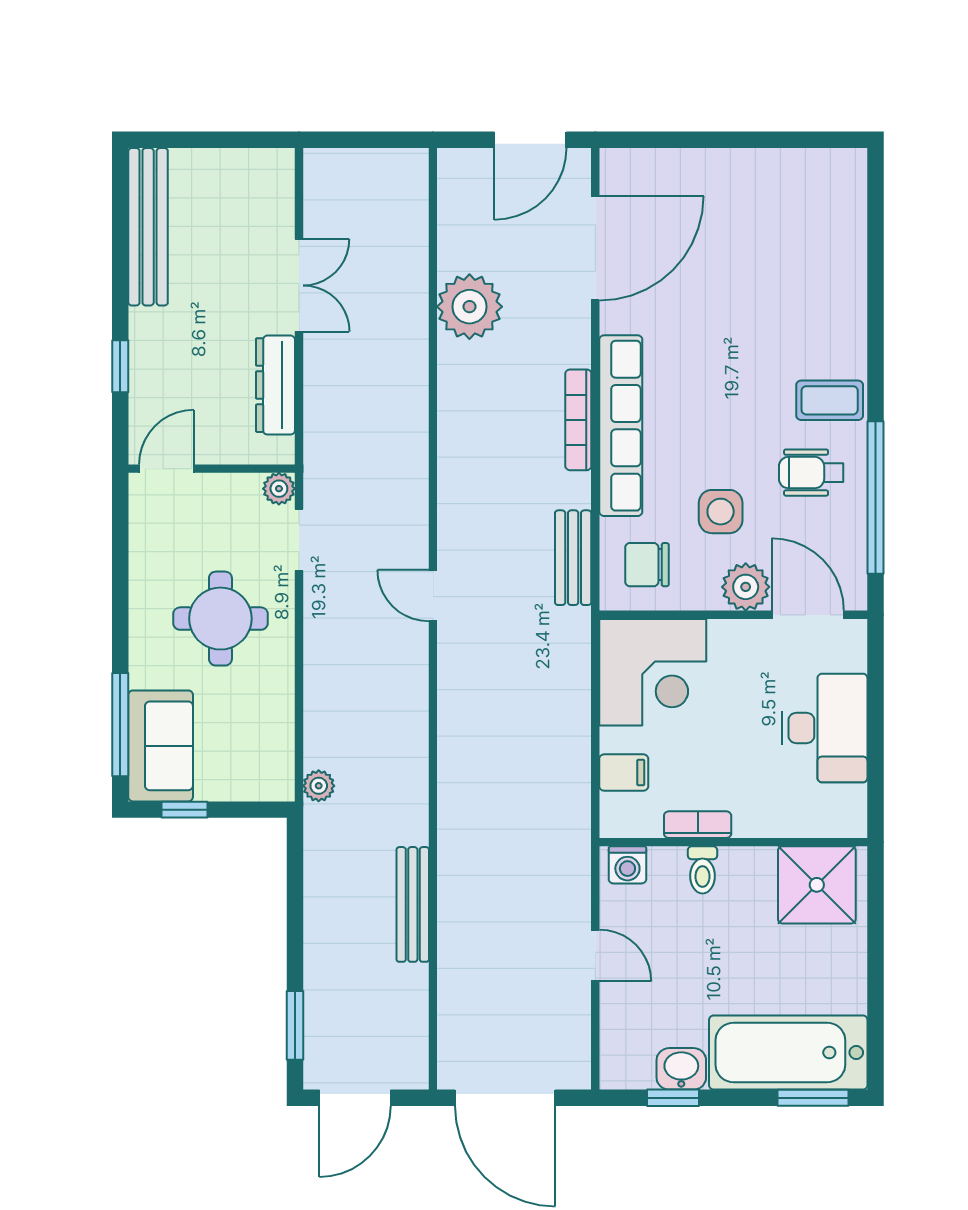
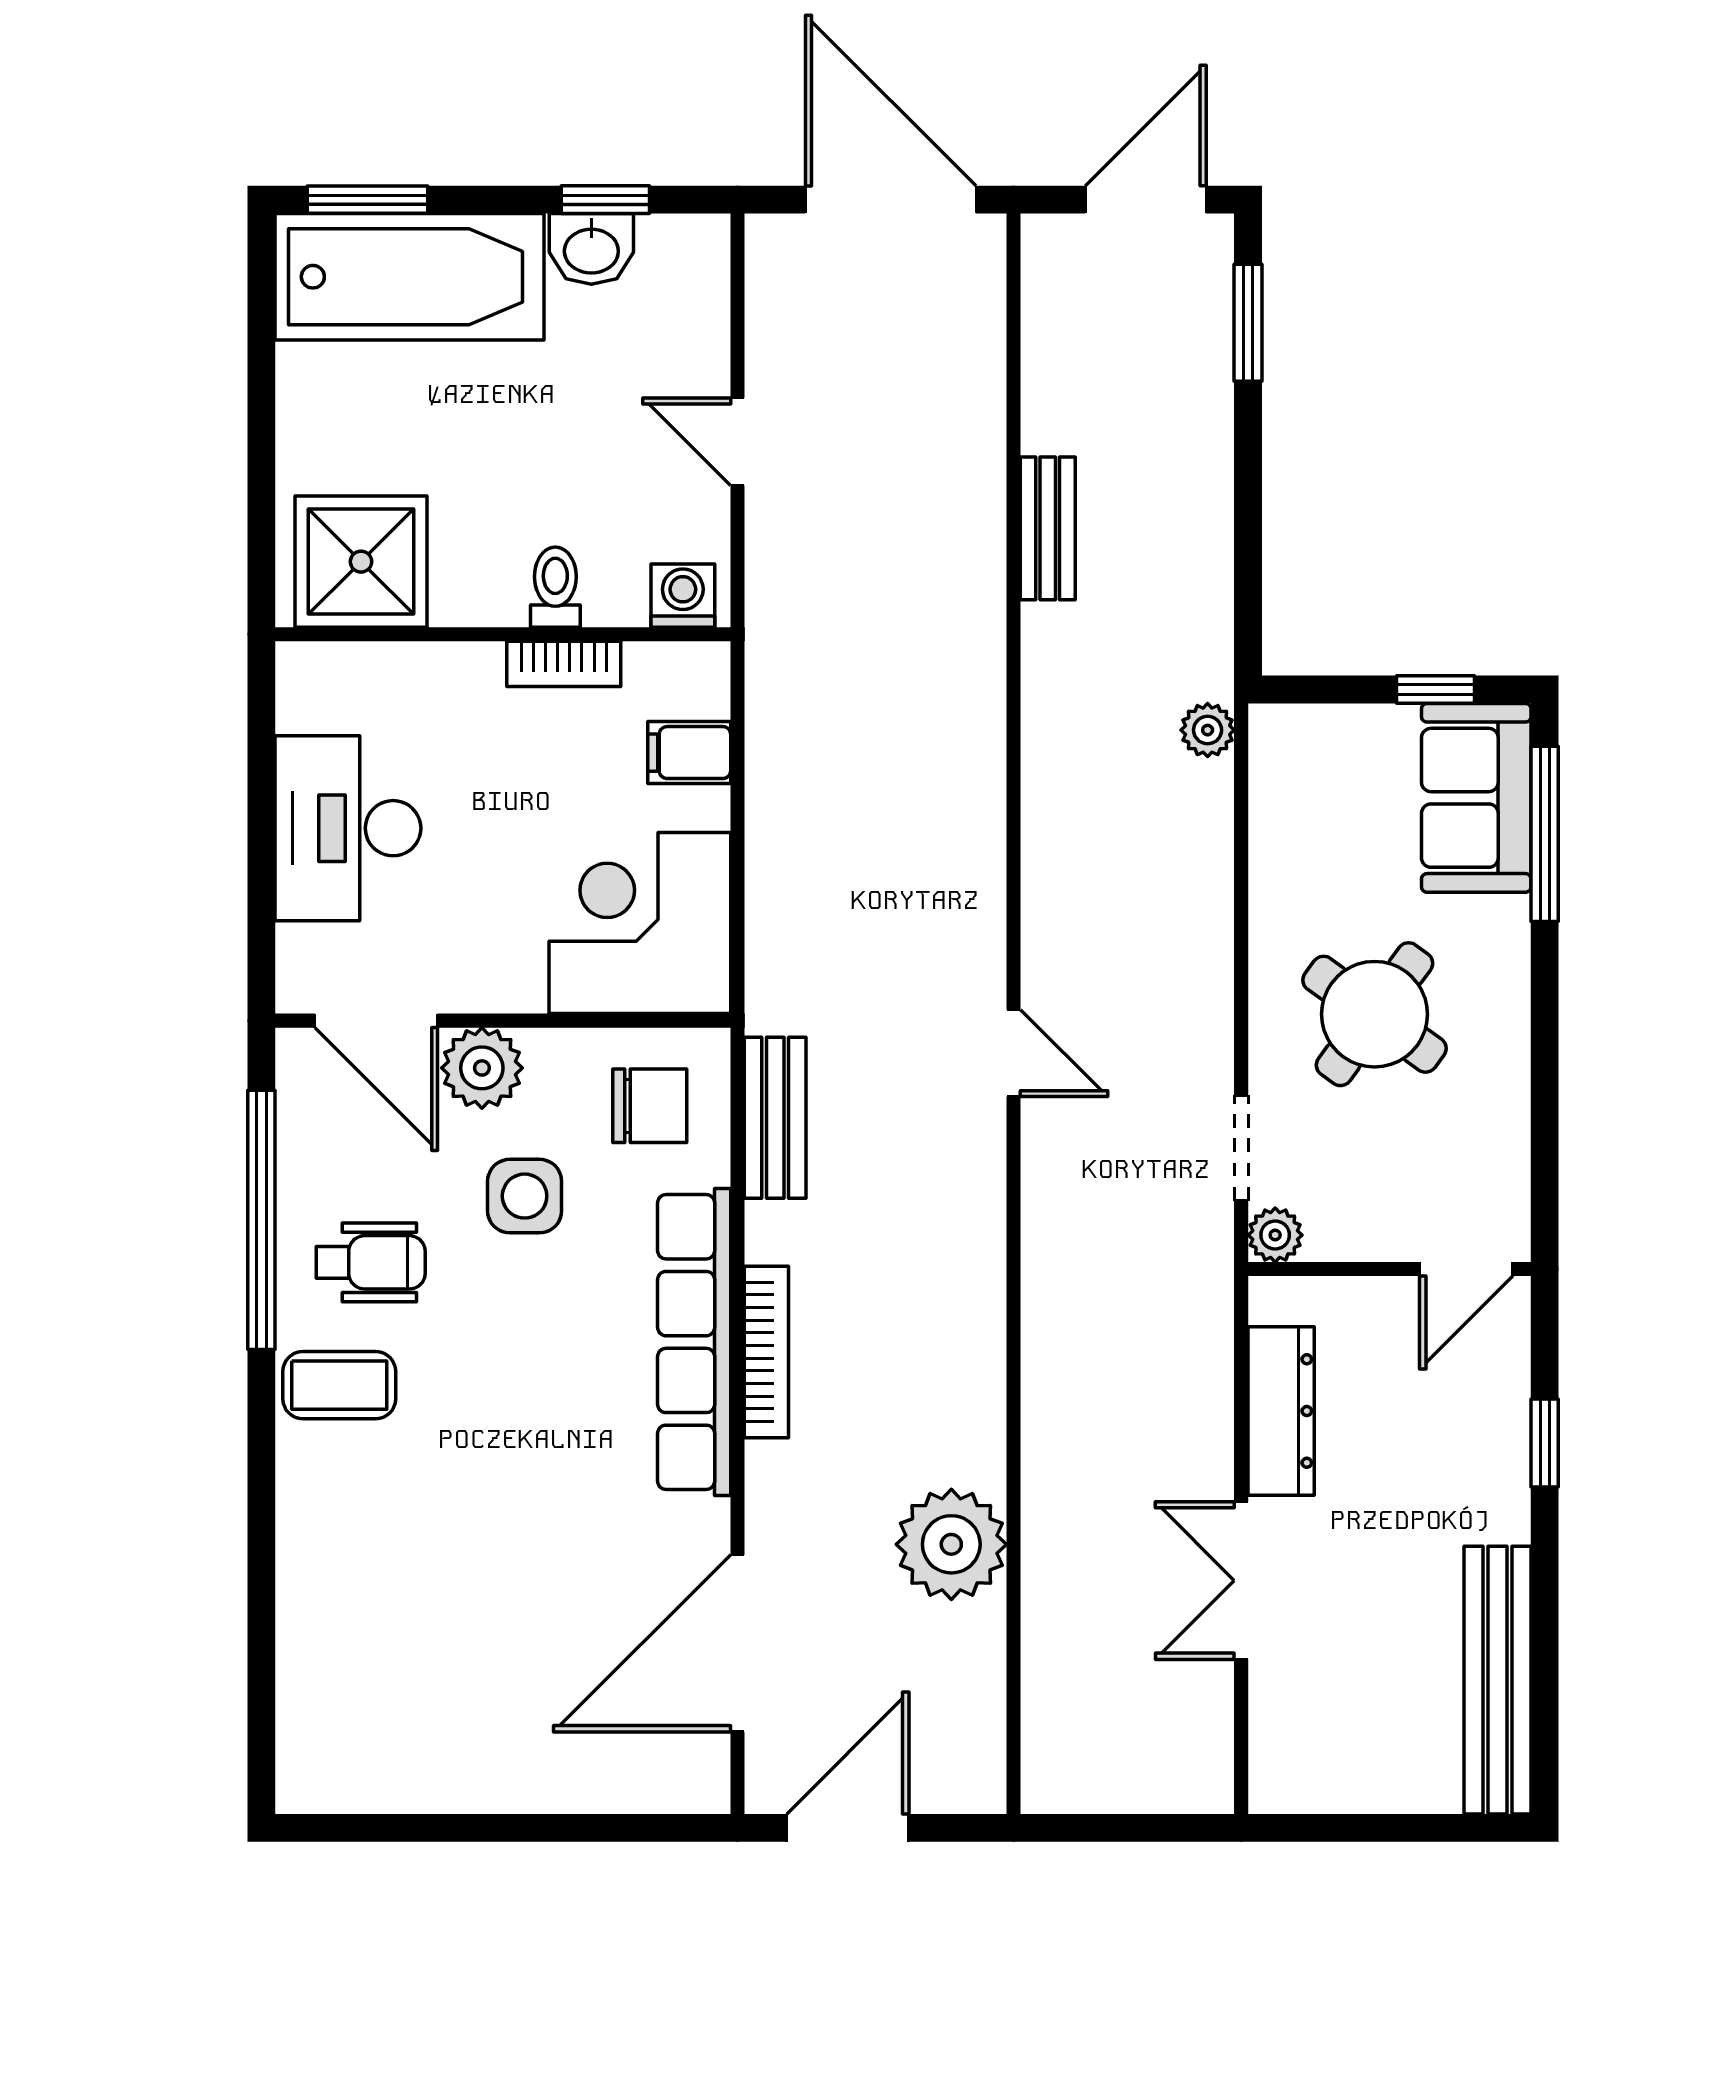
round table: (220, 619) -> (1375, 1014), turned 36
bench: (413, 904) -> (1048, 528), width x0.73

